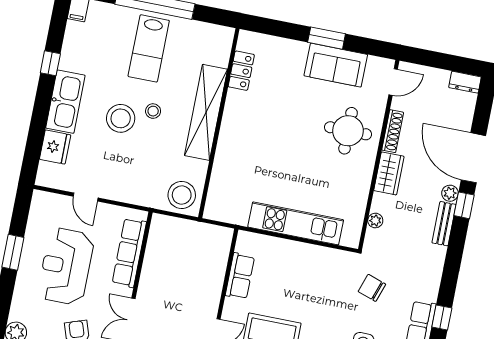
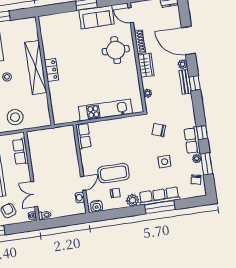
locker: (241, 71) -> (51, 70), moved
door: (393, 82) -> (131, 15), swing flipped
stool: (182, 195) -> (15, 117), moved
window: (464, 205) -> (195, 83), moved
row of seats: (129, 253) -> (20, 151), width x0.68
row of seats: (240, 276) -> (83, 136), moved

